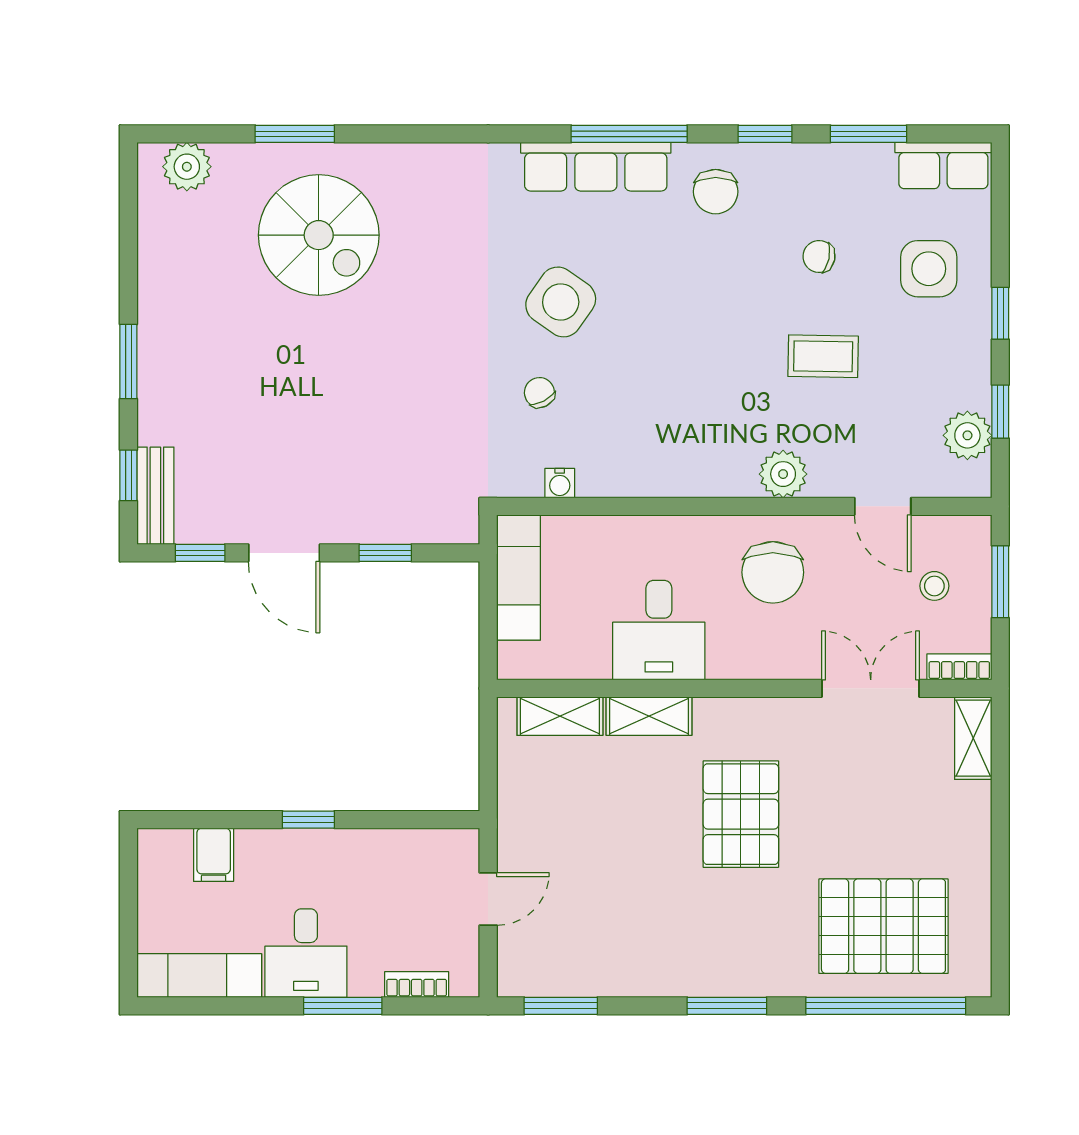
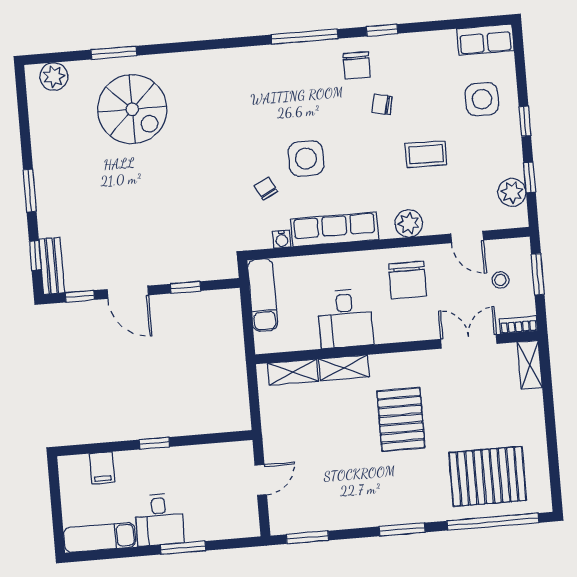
window: (868, 134) -> (441, 25), removed
row of seats: (596, 167) -> (334, 229), moved, turned 180
chair: (819, 256) -> (382, 105), moved
side table: (561, 302) -> (306, 158), moved, turned -35
bookcase: (417, 985) -> (224, 532), removed

